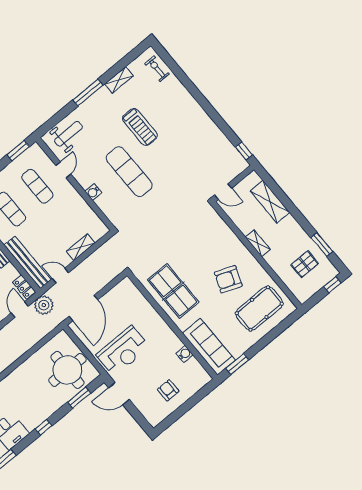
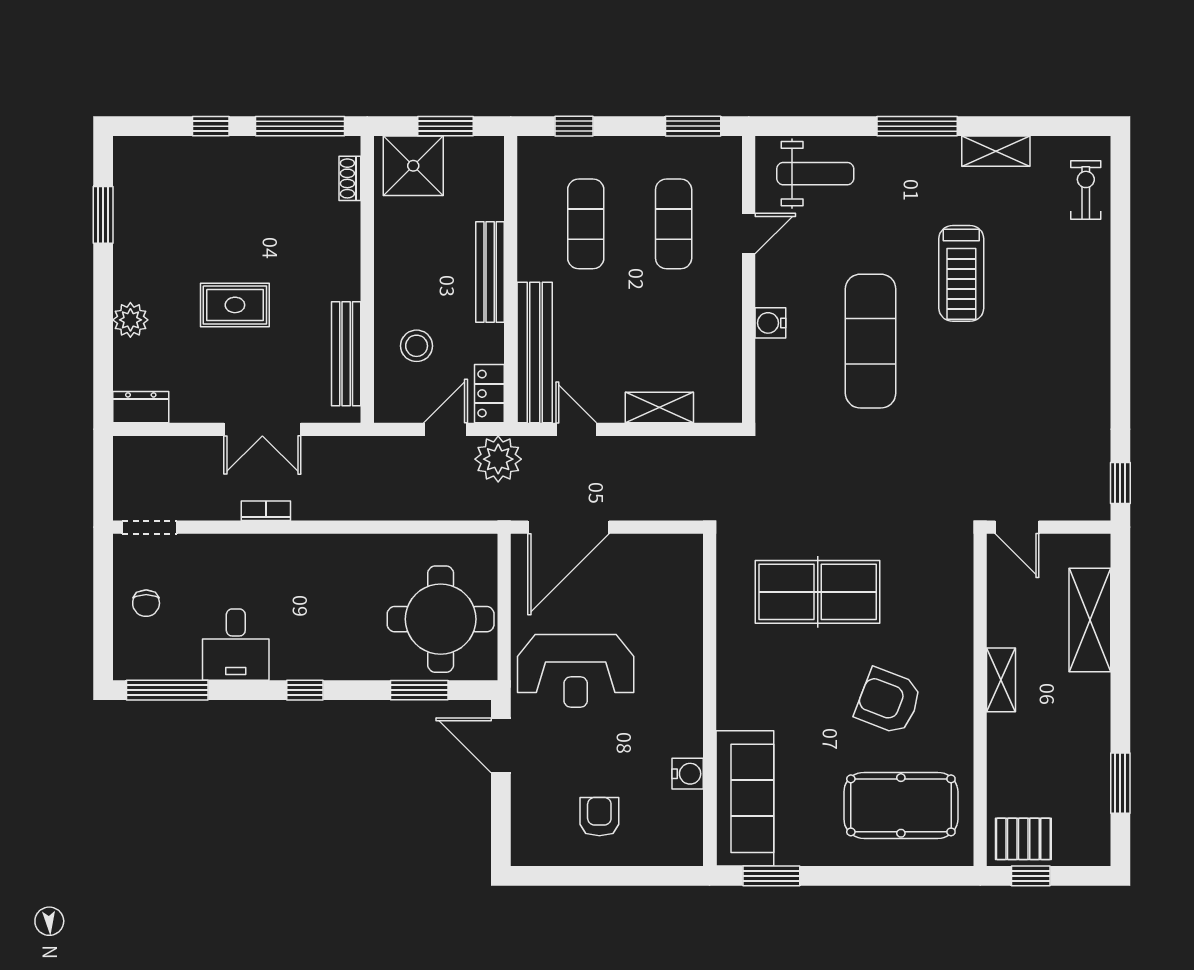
pallet: (305, 264) -> (1023, 839), moved
window: (332, 285) -> (1031, 876), moved
table tennis table: (173, 291) -> (818, 592), moved, turned 90

